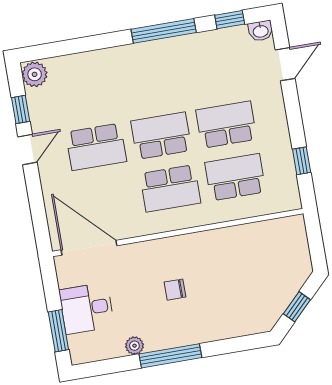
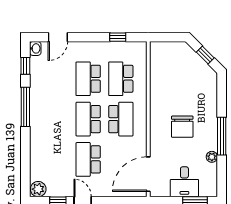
door: (285, 64) -> (58, 37), swing flipped
school desk: (96, 147) -> (88, 159), turned 180
chair: (175, 290) -> (182, 127), width x1.87, depth x1.87

